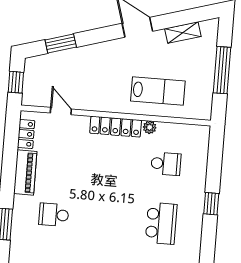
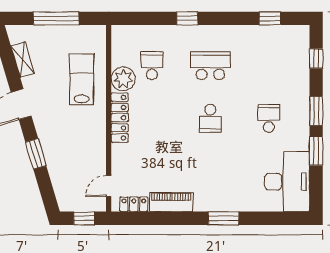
window: (61, 43) -> (36, 154), moved
door: (61, 111) -> (109, 186), moved
plant: (150, 127) -> (123, 79), width x1.88, depth x1.88
school desk: (54, 215) -> (210, 118), moved

